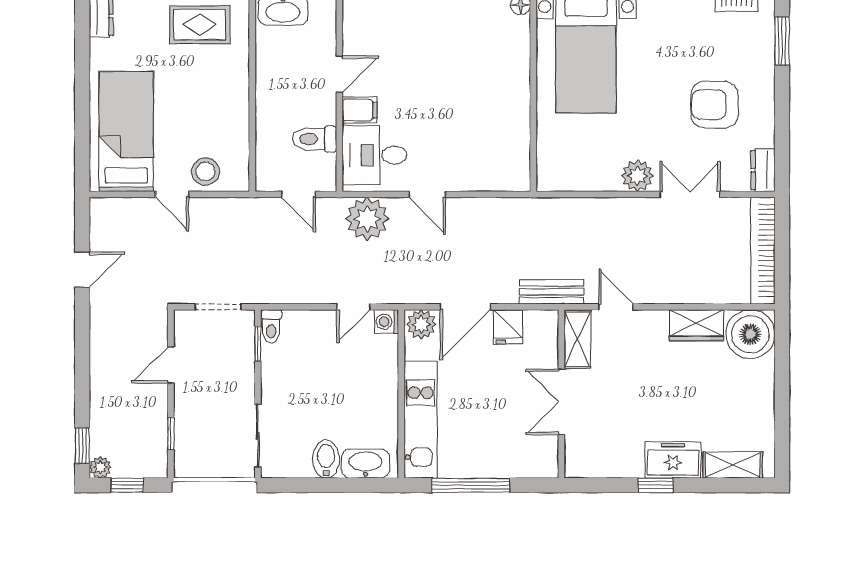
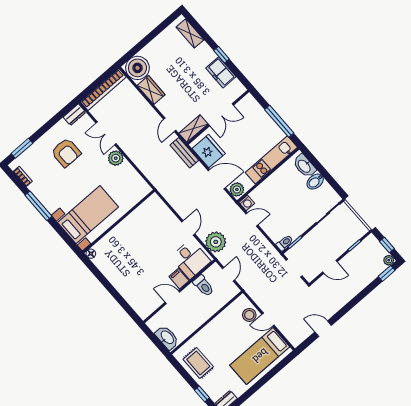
door: (172, 194) -> (268, 320), swing flipped
fridge: (508, 327) -> (209, 151), width x1.88, depth x1.34
freezer: (673, 460) -> (221, 72), moved

